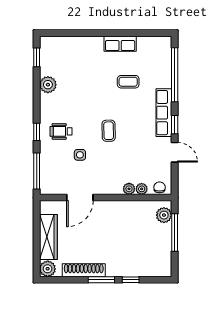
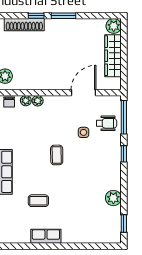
wheelchair: (61, 131) -> (106, 123), moved
shoe rack: (84, 270) -> (24, 25), moved

